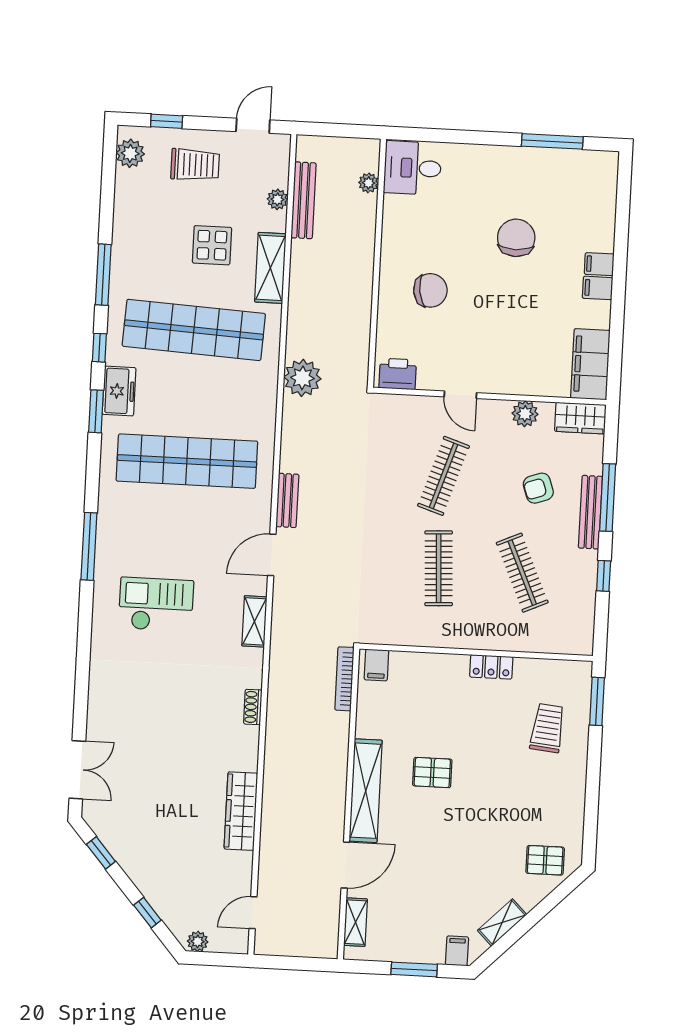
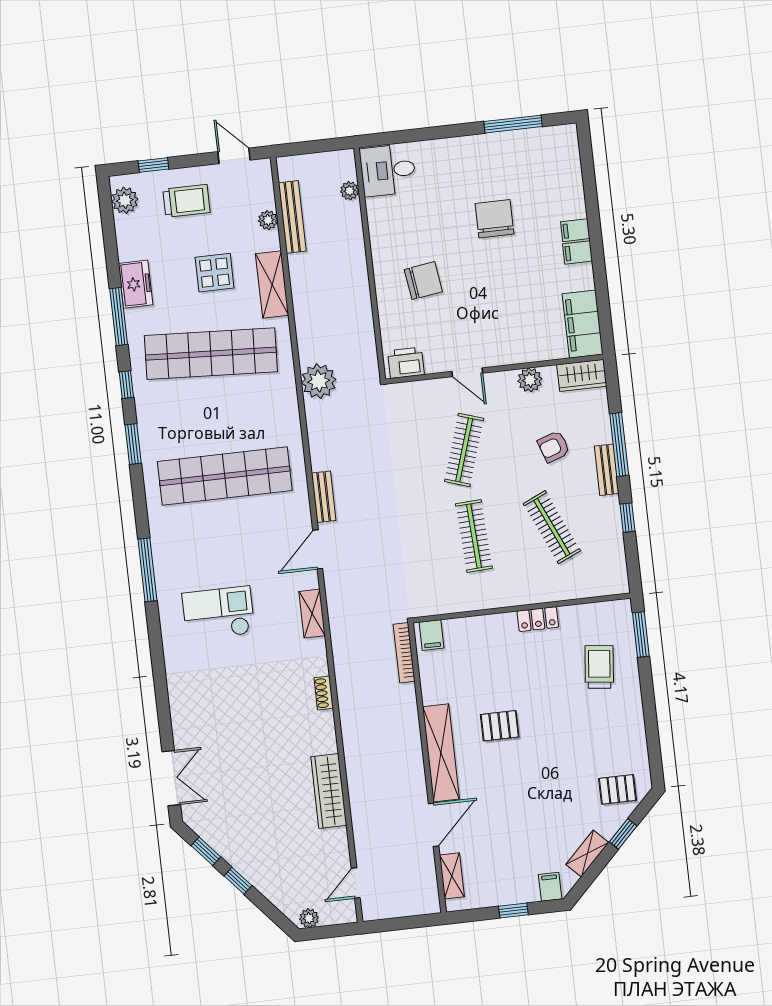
door: (253, 126) -> (234, 156), hinge flipped
freezer: (119, 391) -> (136, 284), moved
bench: (590, 512) -> (607, 470), width x0.73
window: (543, 908) -> (623, 834), added
window: (147, 913) -> (238, 881), moved
window: (414, 969) -> (513, 911), width x0.67

